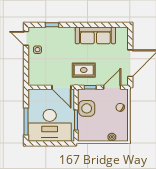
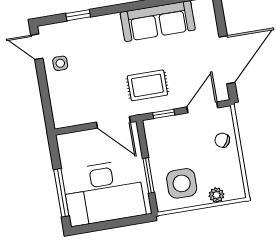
side table: (87, 108) -> (182, 183), moved

